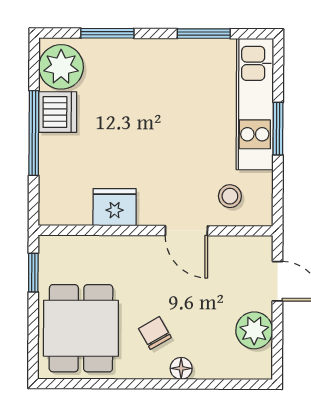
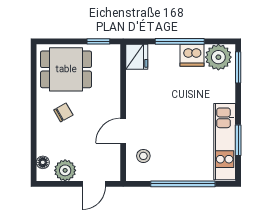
window: (107, 33) -> (238, 67), moved
kitchen unit: (255, 104) -> (225, 142), moved, turned -90
window: (278, 129) -> (183, 184), width x2.11
fridge: (115, 207) -> (137, 57), moved
floor lamp: (181, 368) -> (43, 162), moved

